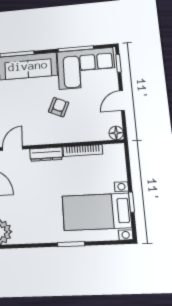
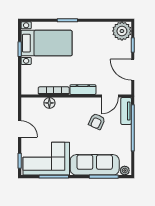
door: (122, 101) -> (20, 129), hinge flipped
armchair: (59, 107) -> (97, 121), moved
floor lamp: (116, 133) -> (49, 103), moved

